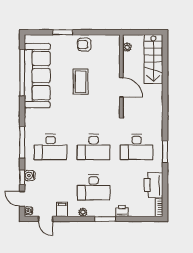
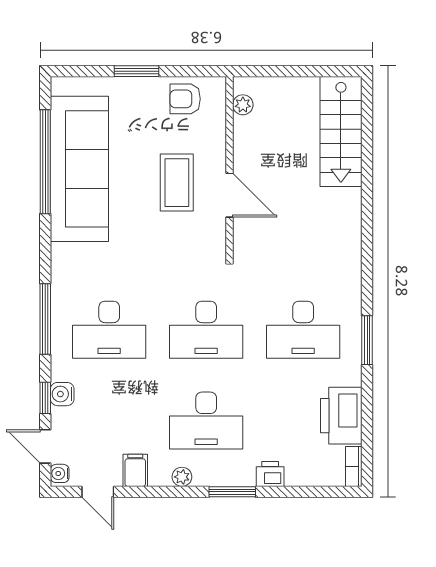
plant: (127, 47) -> (243, 105), moved
wall: (121, 75) -> (230, 167), moved
door: (121, 87) -> (230, 195), moved

